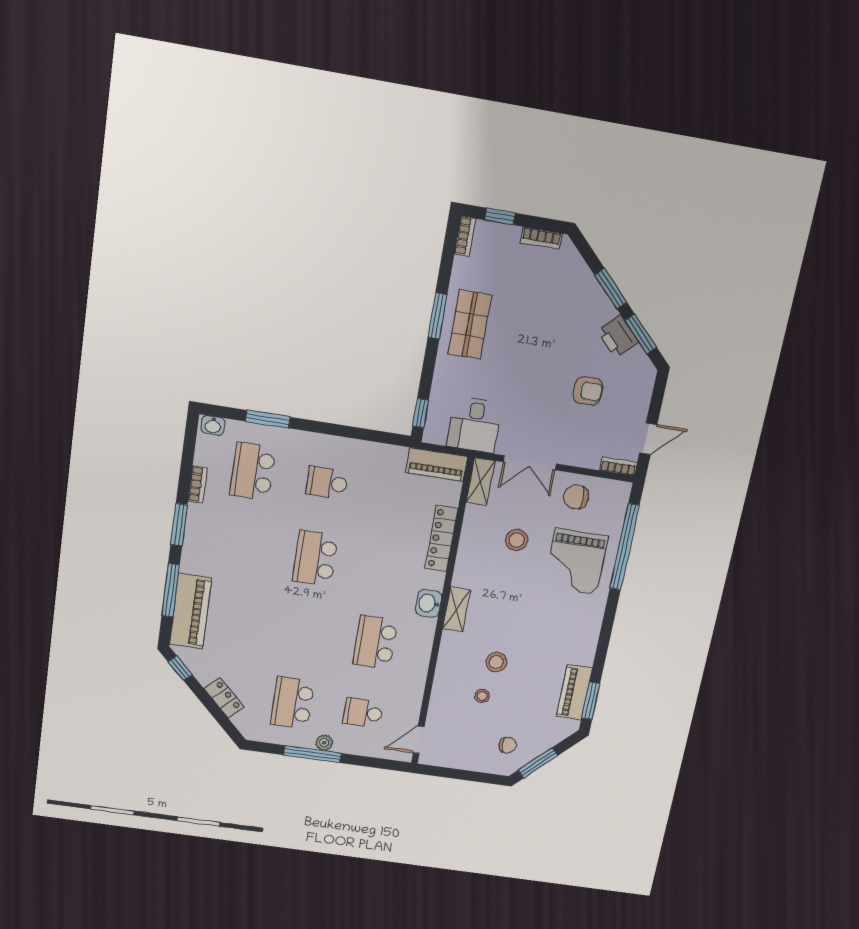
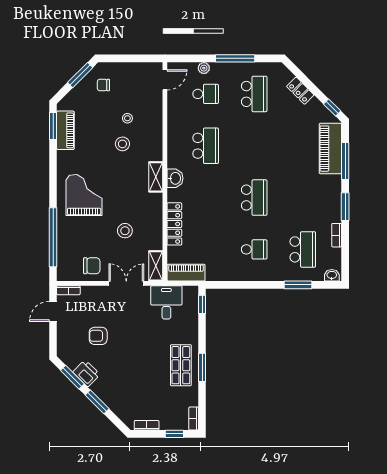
grand piano: (576, 562) -> (84, 195), moved
plant: (324, 743) -> (204, 68), moved

